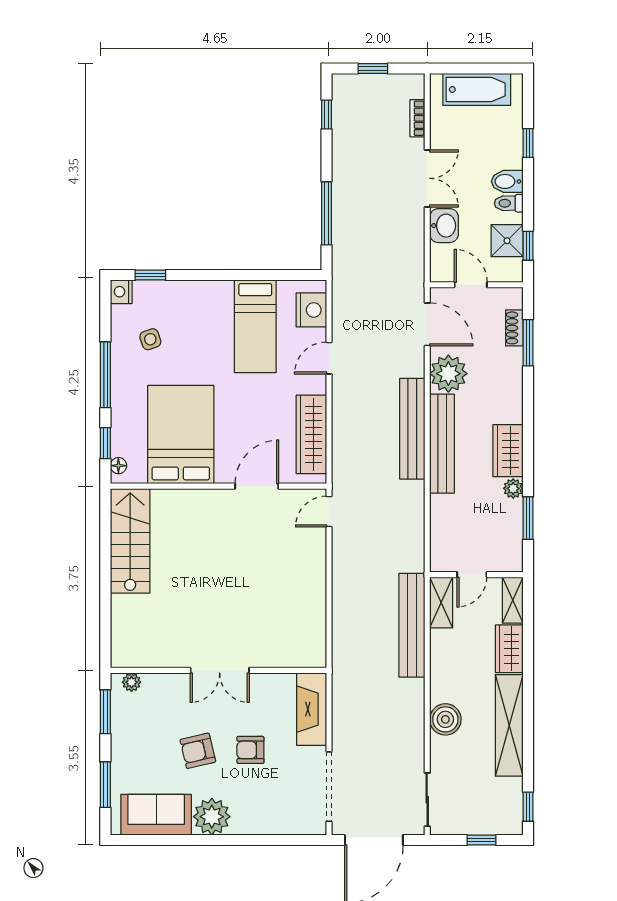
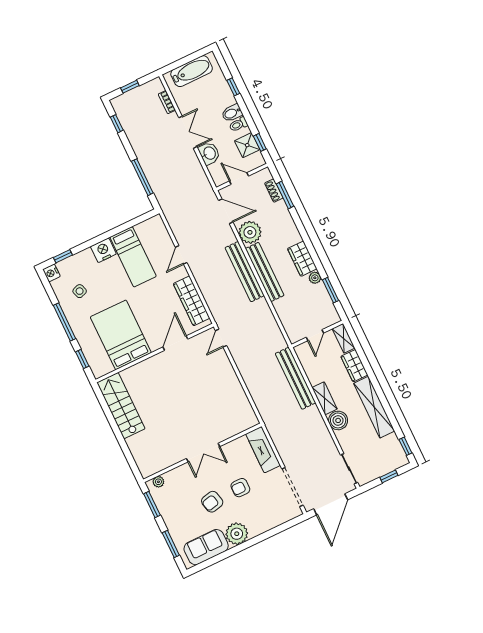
nightstand: (311, 310) -> (103, 250), moved, turned -90
floor lamp: (118, 466) -> (95, 368), removed
shelving: (441, 602) -> (325, 398), moved

